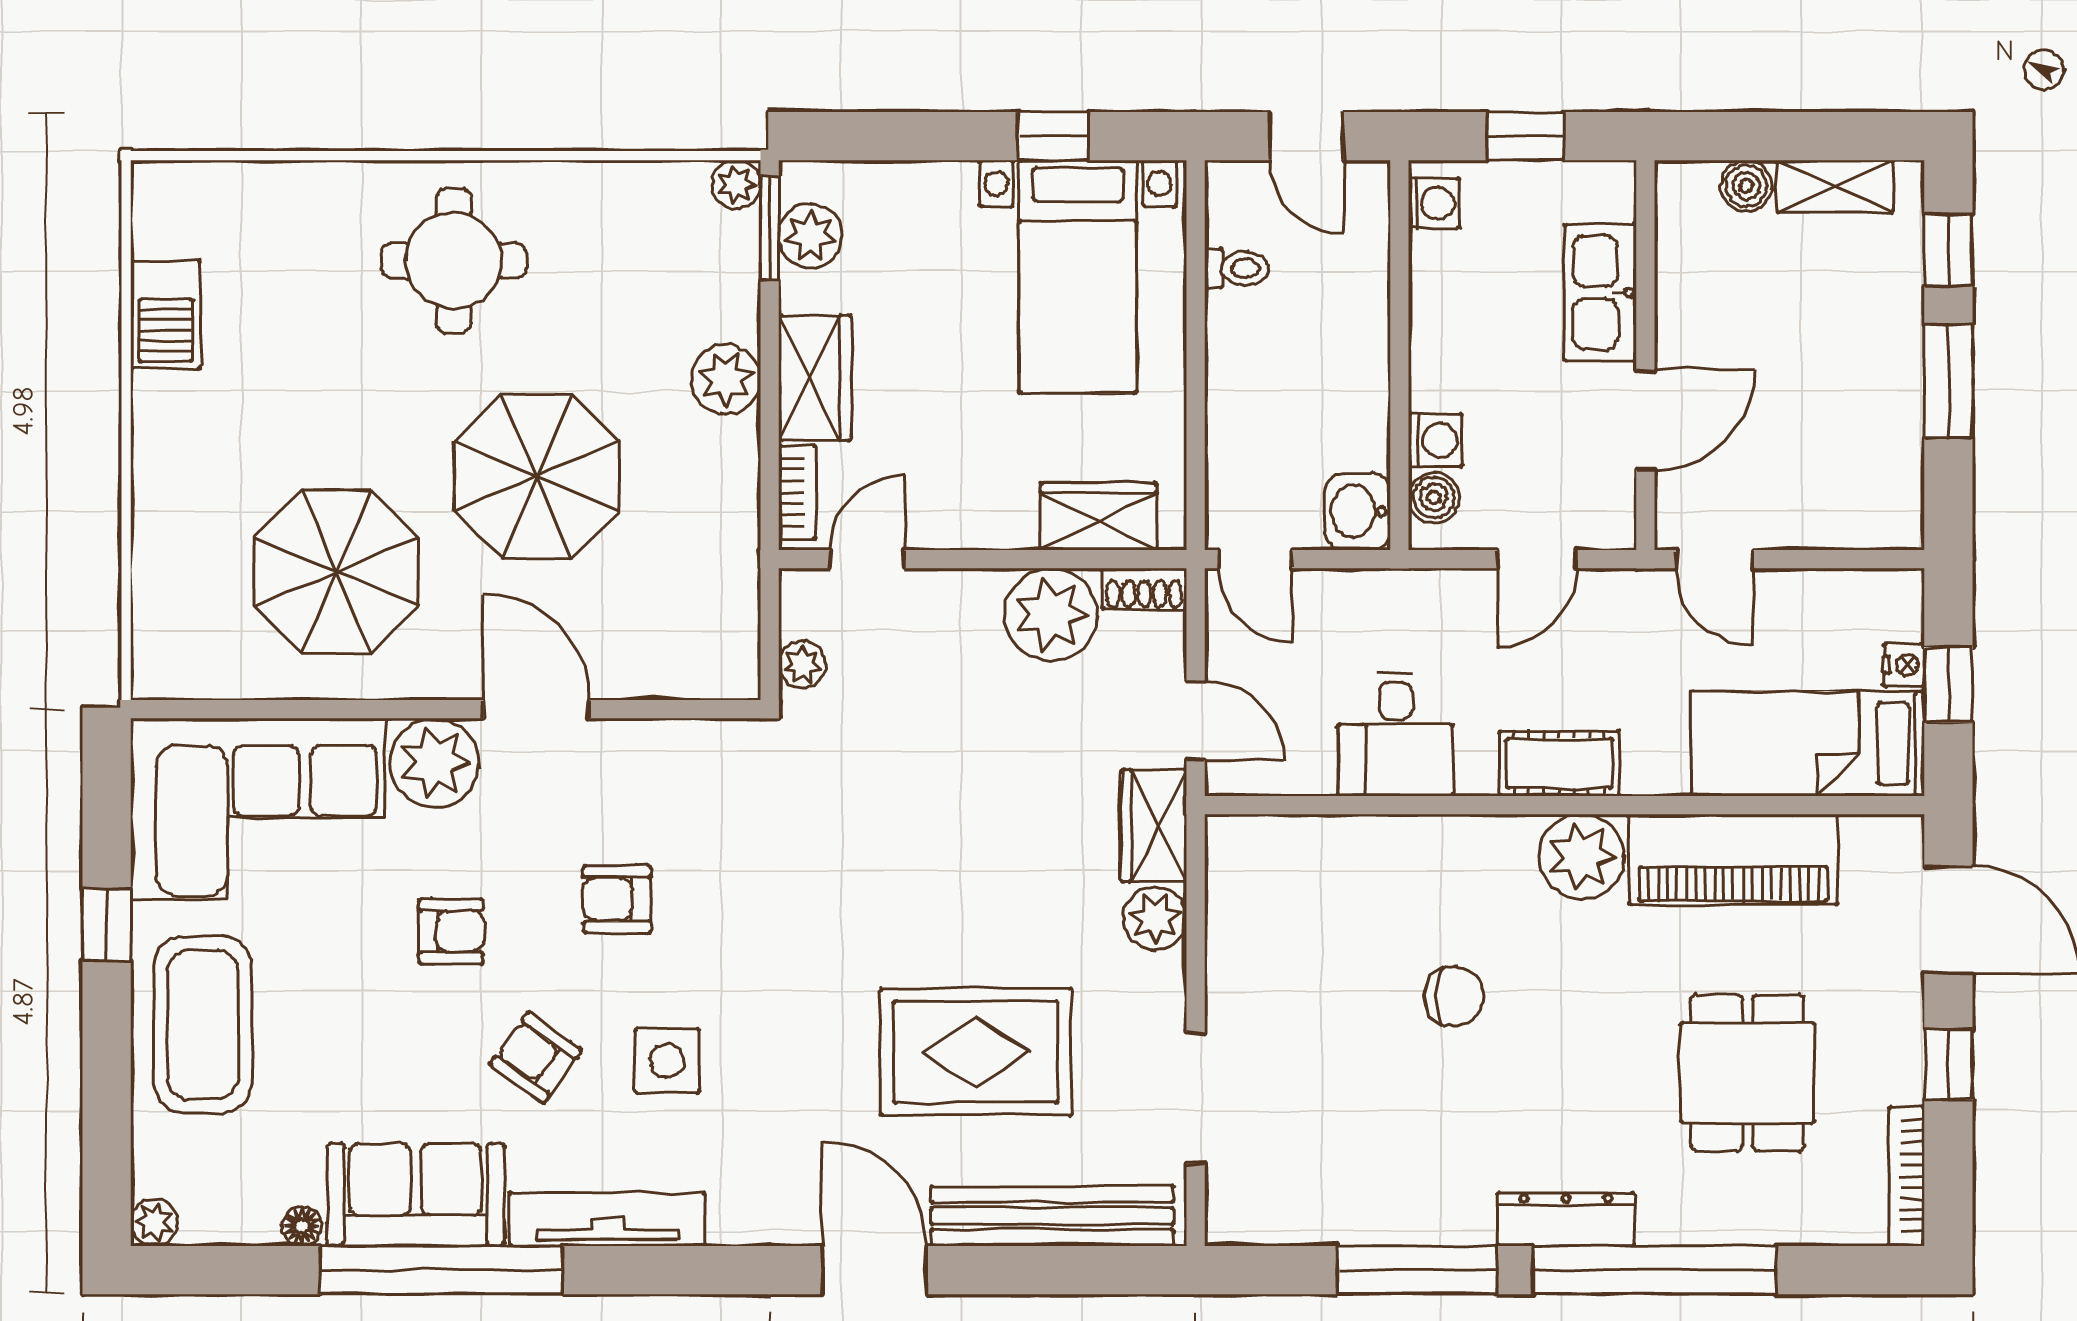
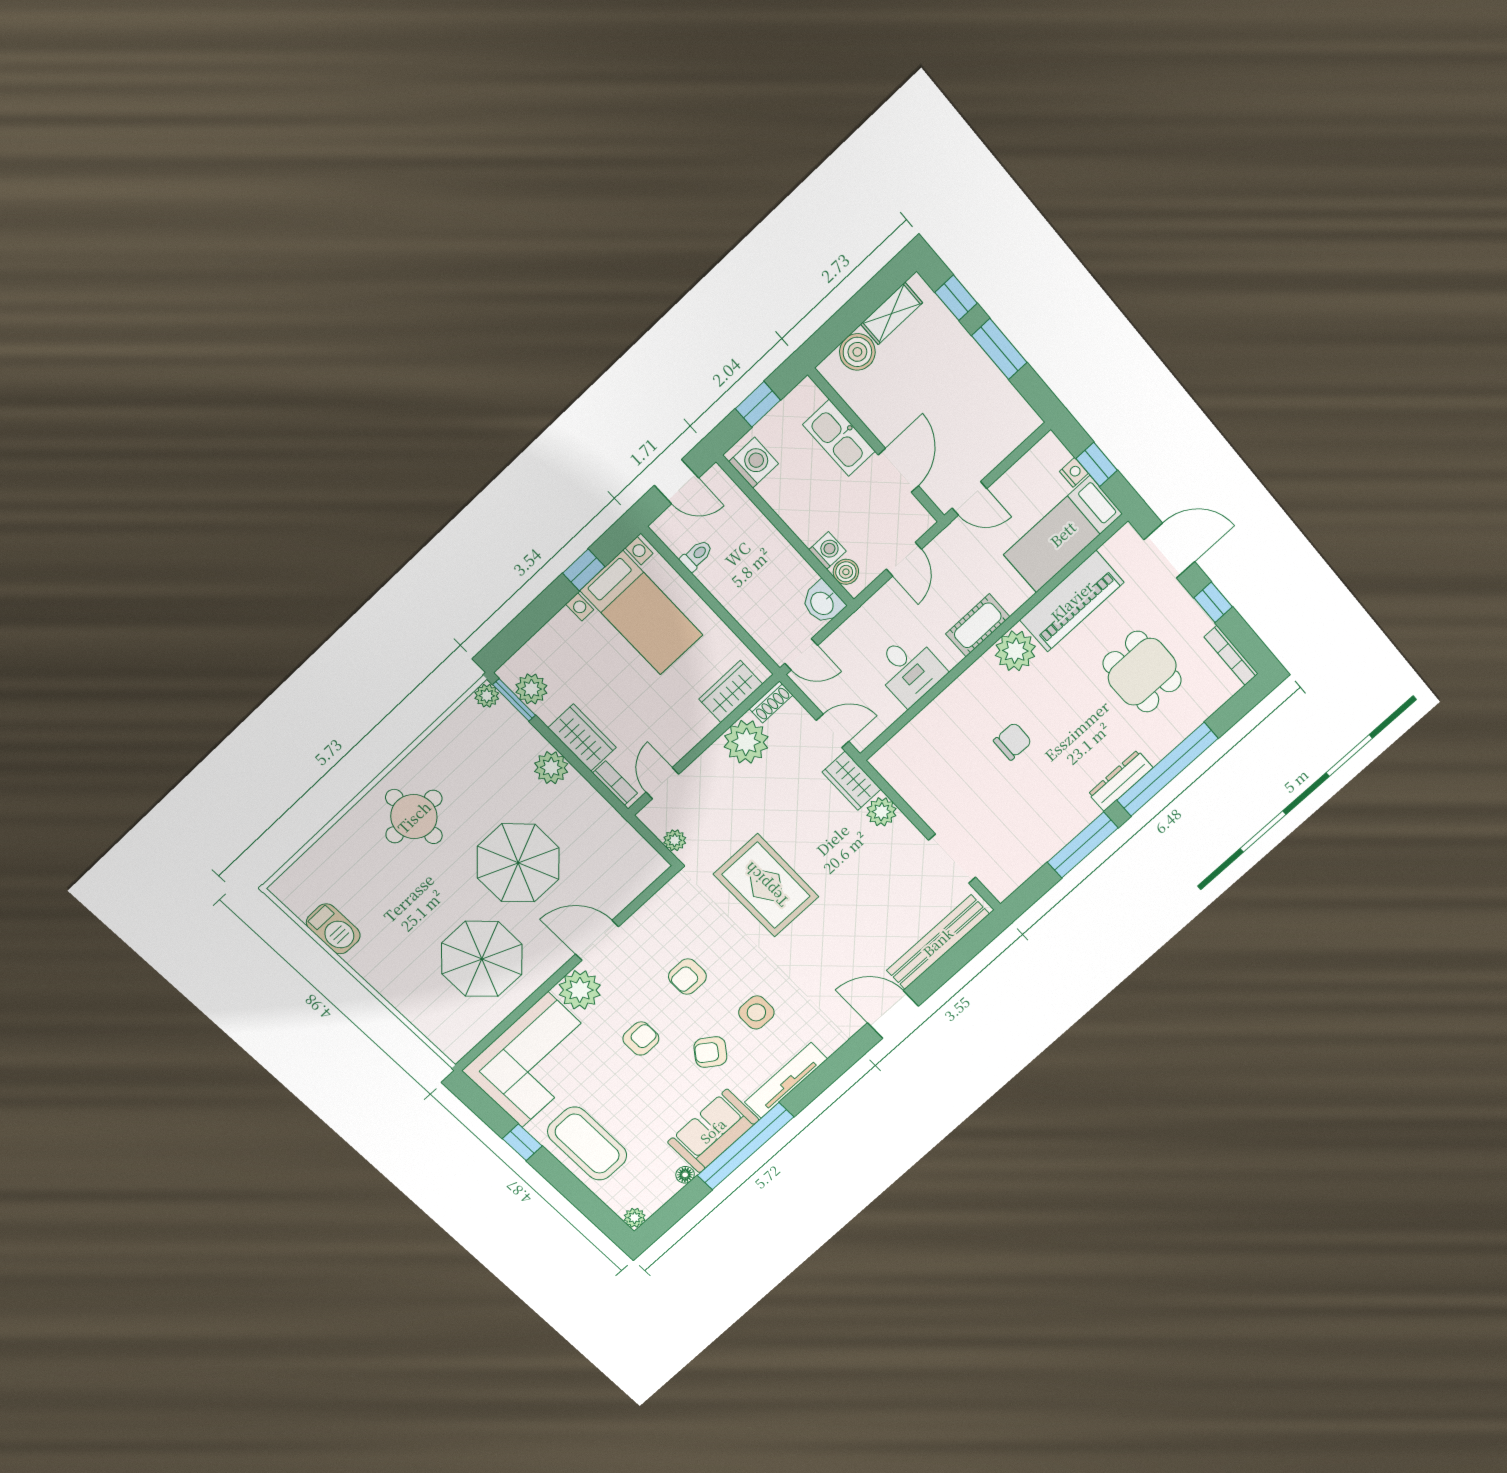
boiler: (1746, 186) -> (857, 352), width x1.36, depth x1.36
washing machine: (1434, 203) -> (754, 463), width x1.38, depth x1.38
rug: (976, 1052) -> (766, 885), moved, turned 90

